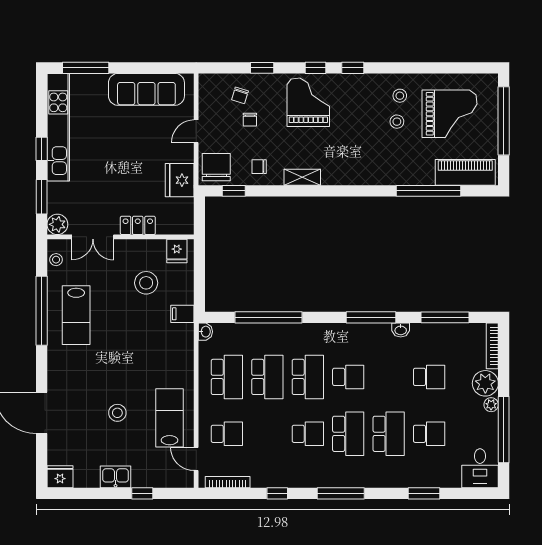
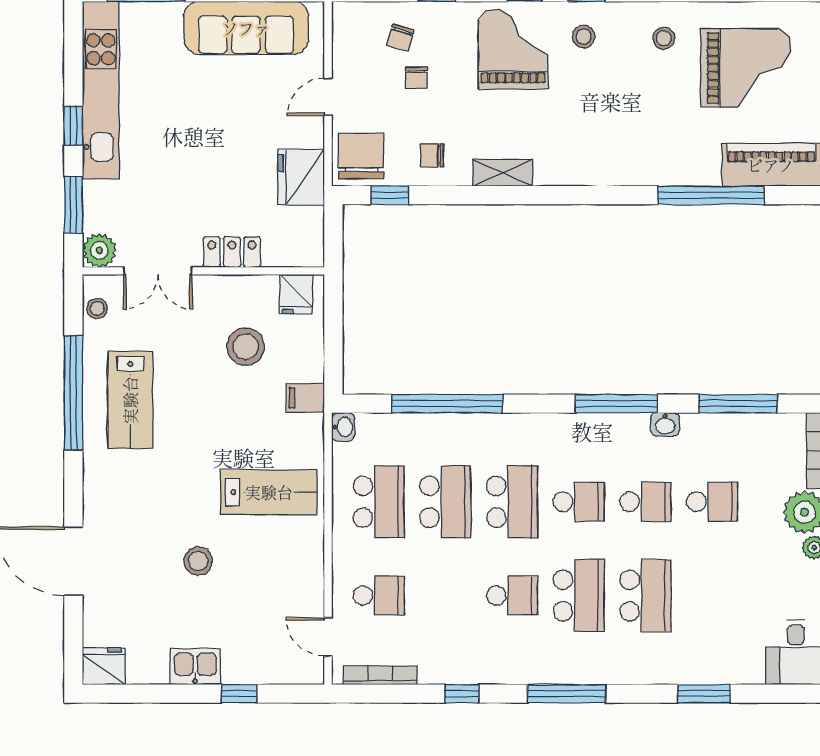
stool: (397, 122) -> (584, 37), moved
lab bench: (170, 418) -> (269, 492), moved, turned 90
school desk: (429, 434) -> (645, 502), moved

